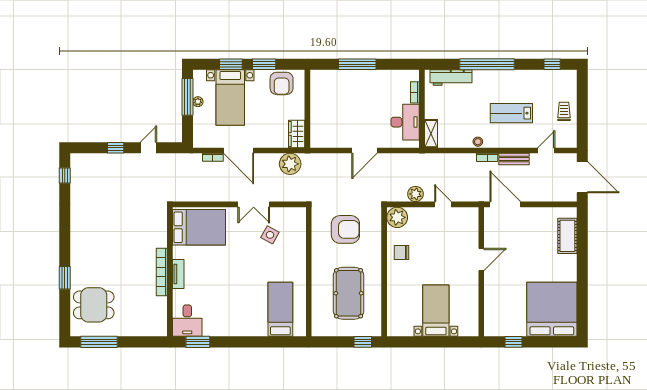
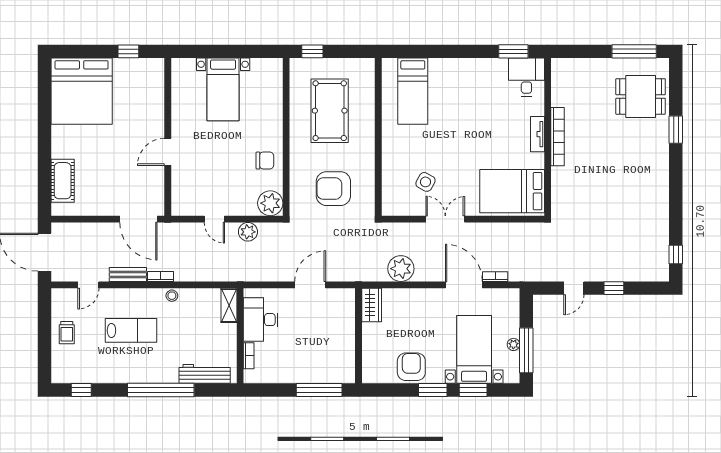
wall: (307, 109) -> (358, 336), moved
wardrobe: (297, 134) -> (372, 305), moved

